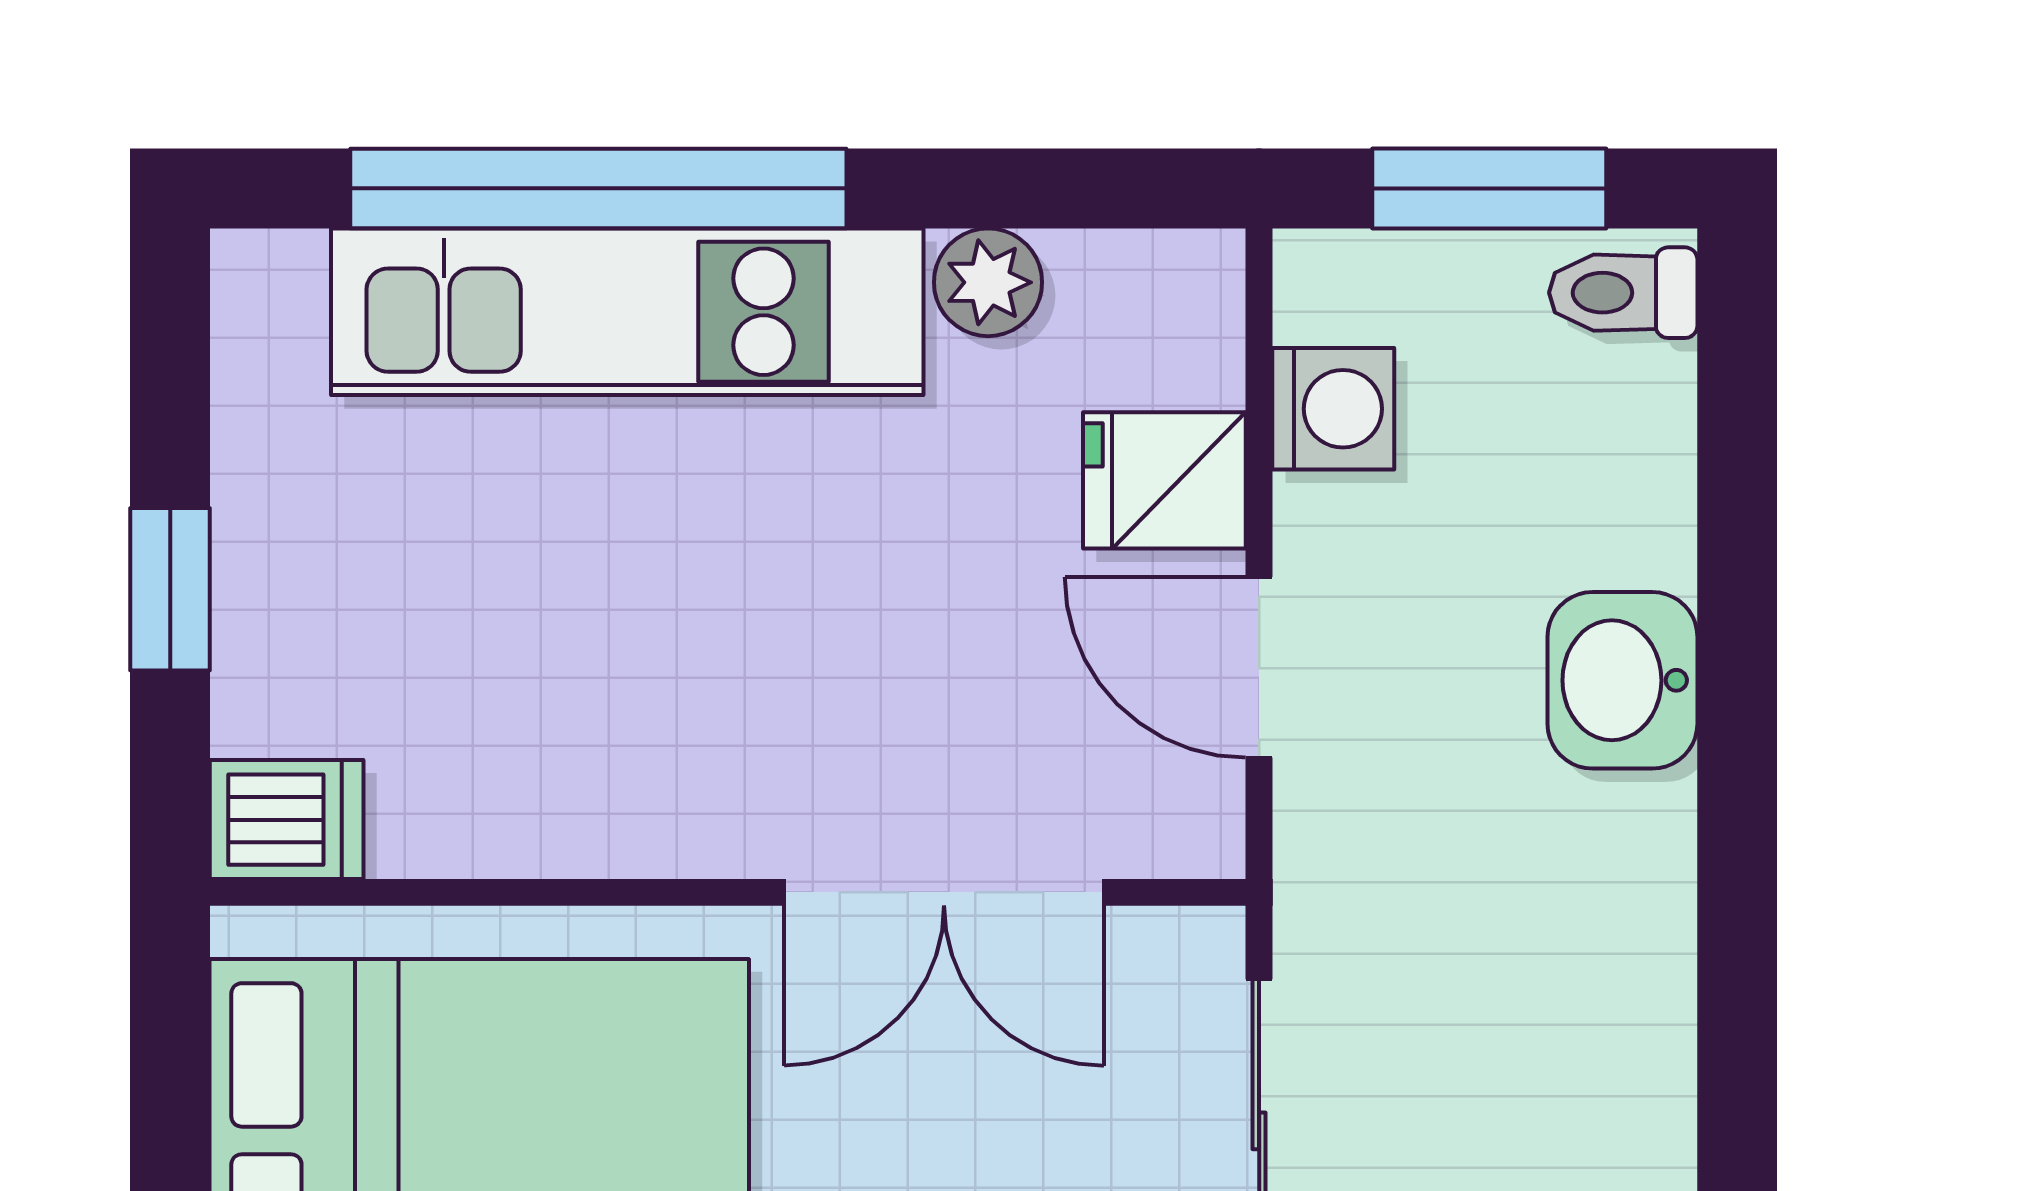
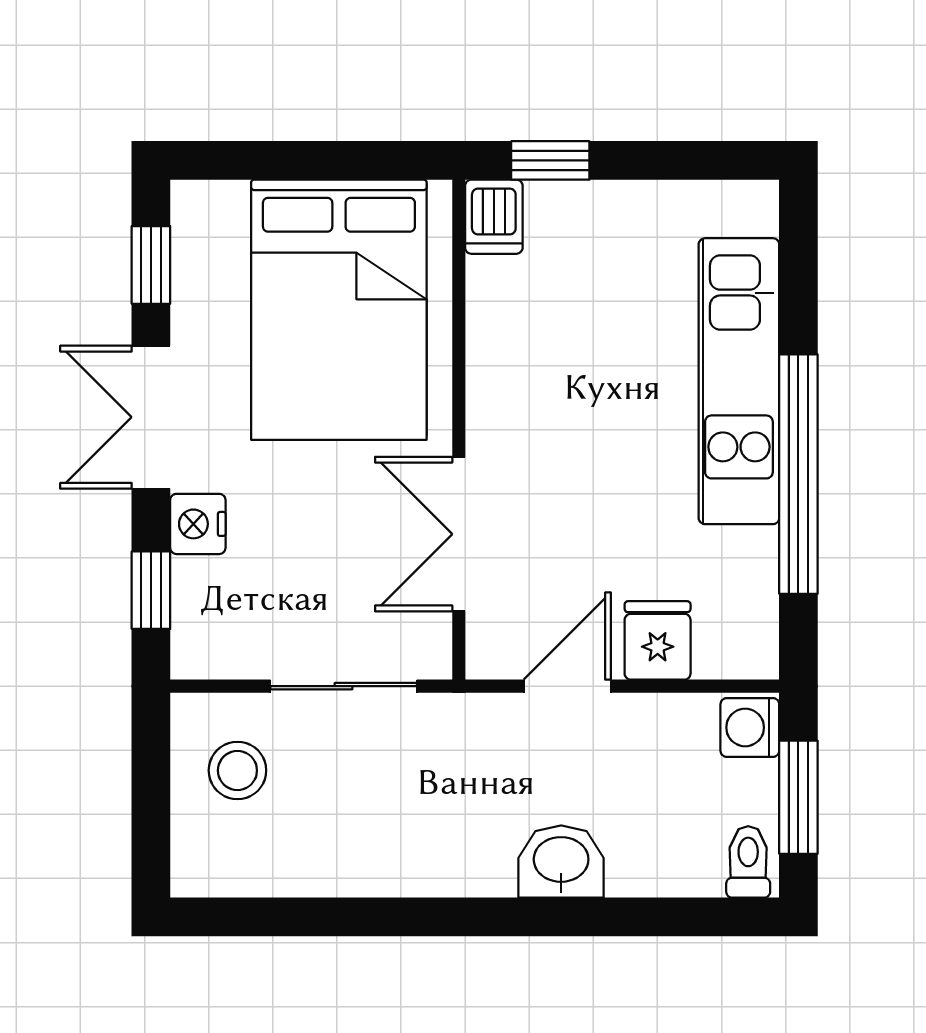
window: (598, 188) -> (798, 474), moved
plant: (988, 282) -> (753, 555), removed
washing machine: (1333, 409) -> (750, 727), moved, turned 90
window: (170, 589) -> (550, 160), moved

